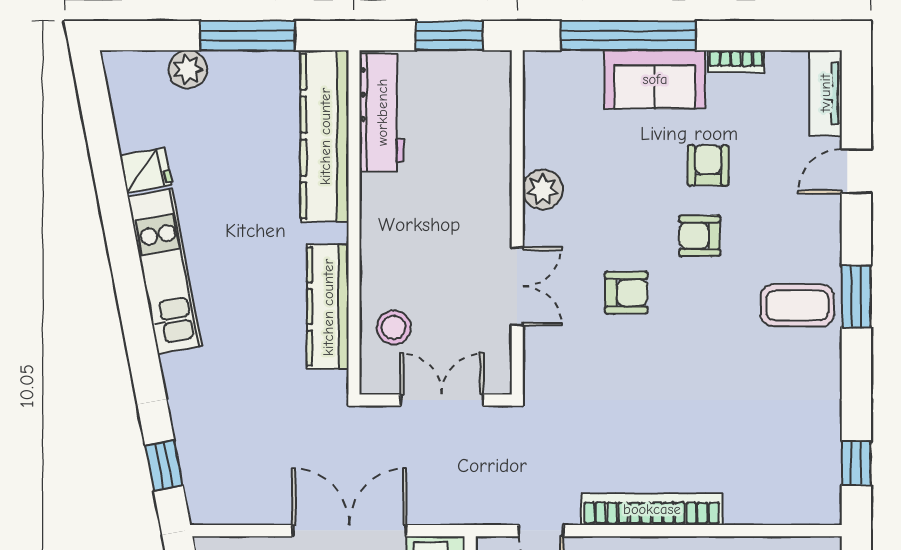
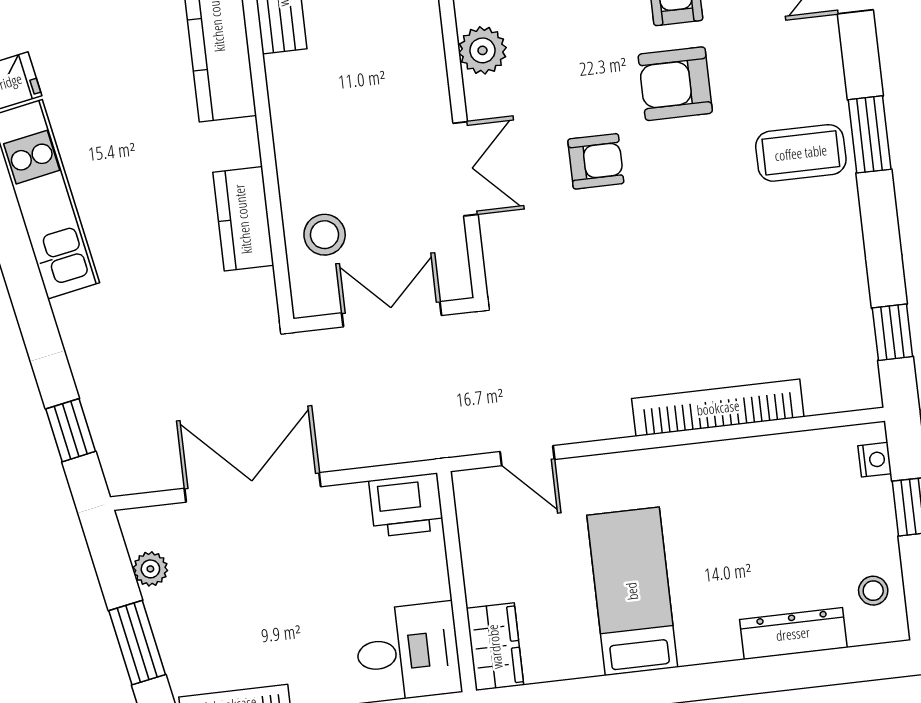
armchair: (700, 236) -> (675, 84), width x1.38, depth x1.38
kitchen counter: (328, 307) -> (243, 219), width x0.67
bookcase: (652, 509) -> (718, 408), moved
double door: (349, 531) -> (253, 487), moved

